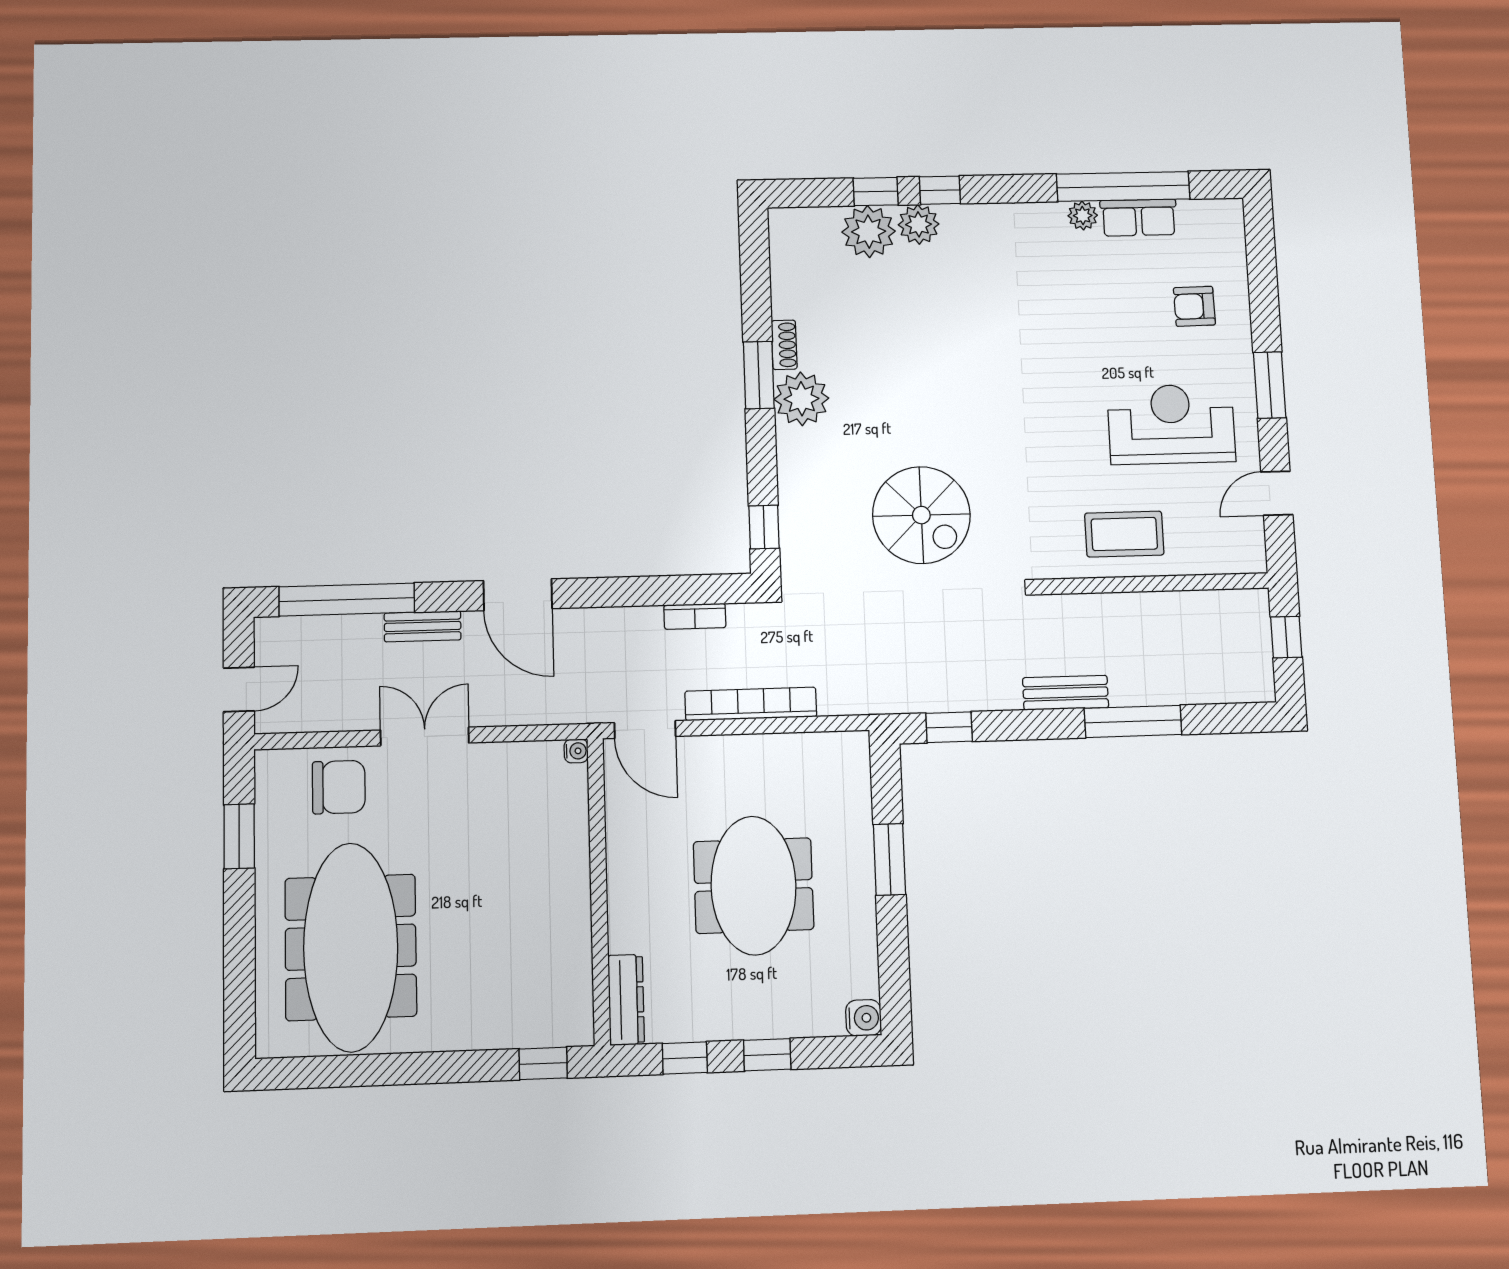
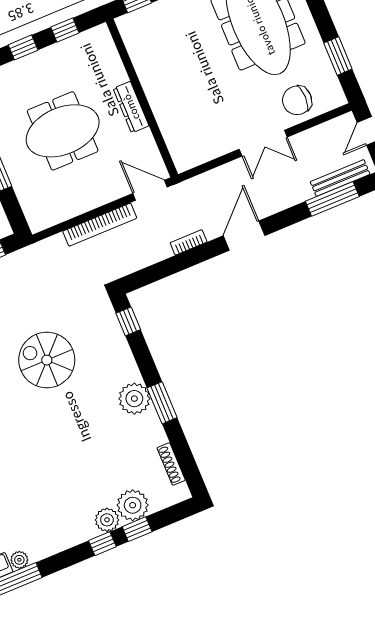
shoe rack: (784, 345) -> (171, 464), moved, width x1.43
door: (518, 595) -> (244, 236), hinge flipped
window: (347, 600) -> (332, 199), width x0.68
bookcase: (695, 616) -> (189, 242), moved
bench: (423, 626) -> (340, 178), moved, width x1.36
water cooler: (576, 751) -> (182, 166), removed
meeting table: (754, 886) -> (63, 131), turned 90
dresser: (626, 1000) -> (131, 107), moved

